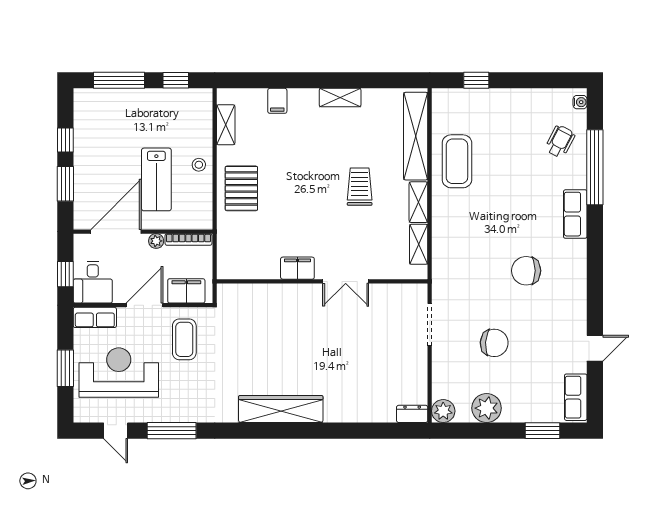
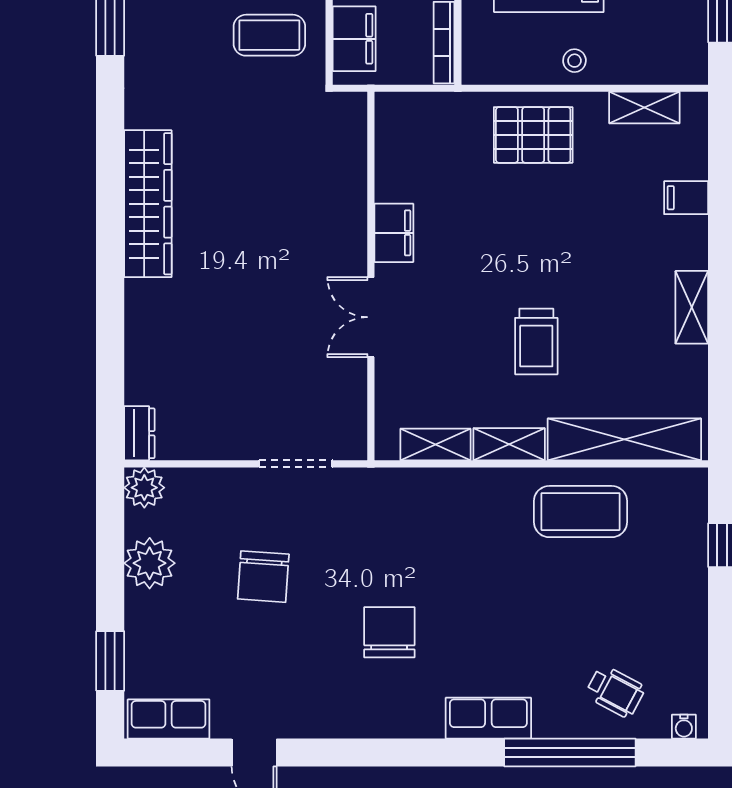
trolley: (360, 187) -> (536, 341), turned 90

